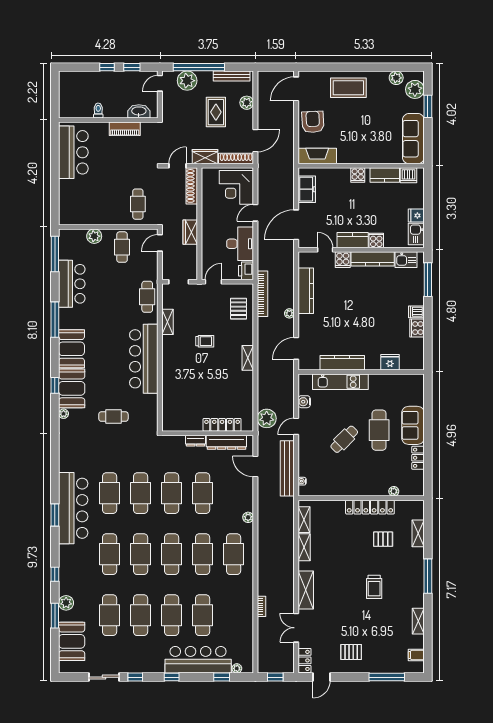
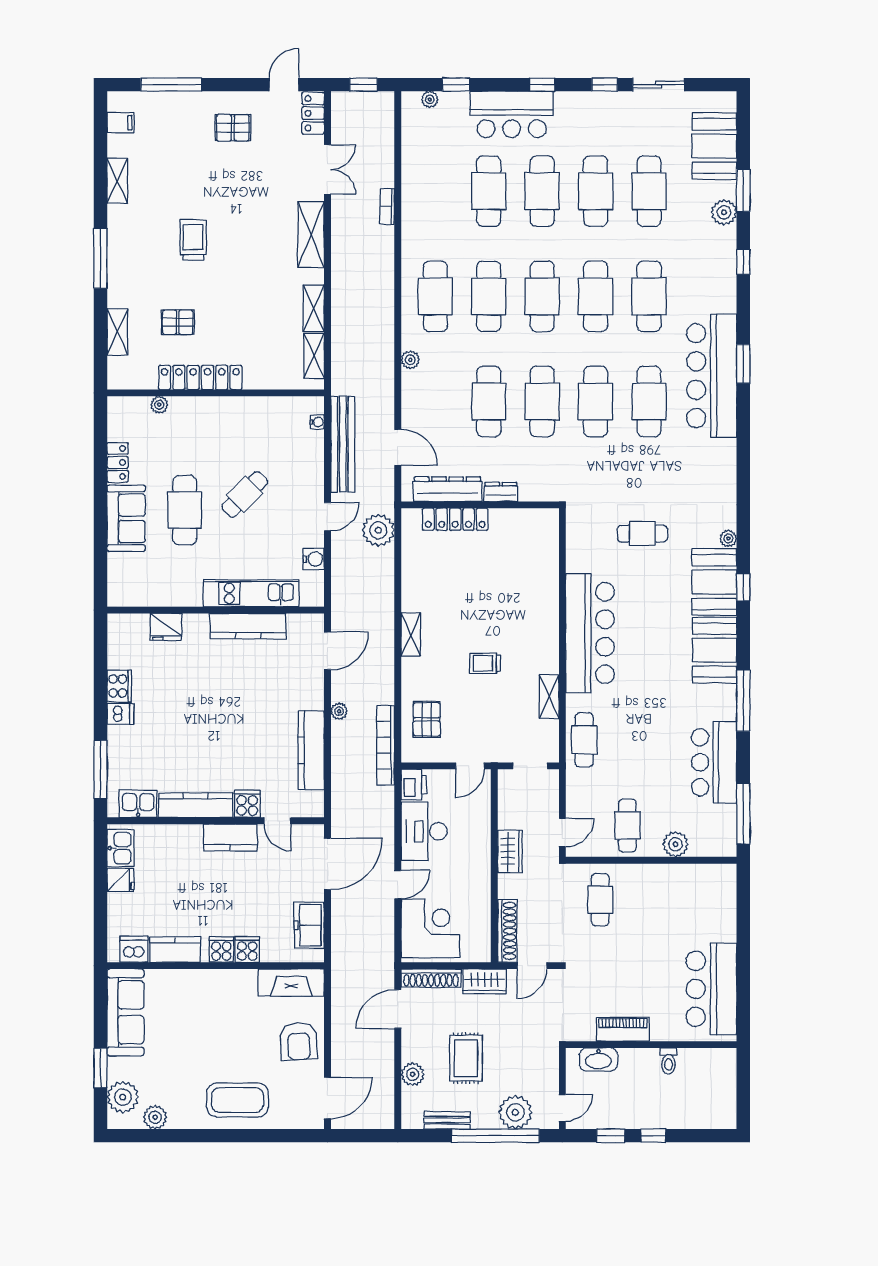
bench: (232, 76) -> (447, 1120), width x0.73
cooker: (376, 241) -> (247, 949), moved, turned 180
bar counter: (198, 660) -> (512, 114), width x0.73

